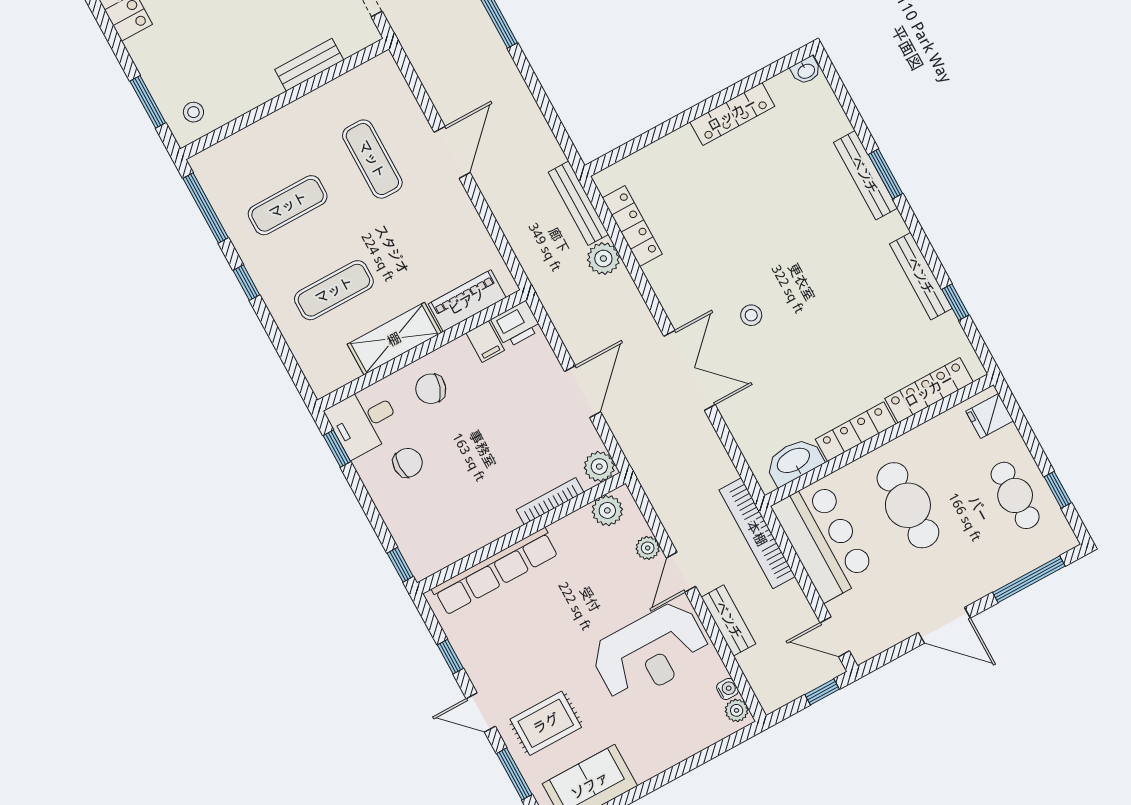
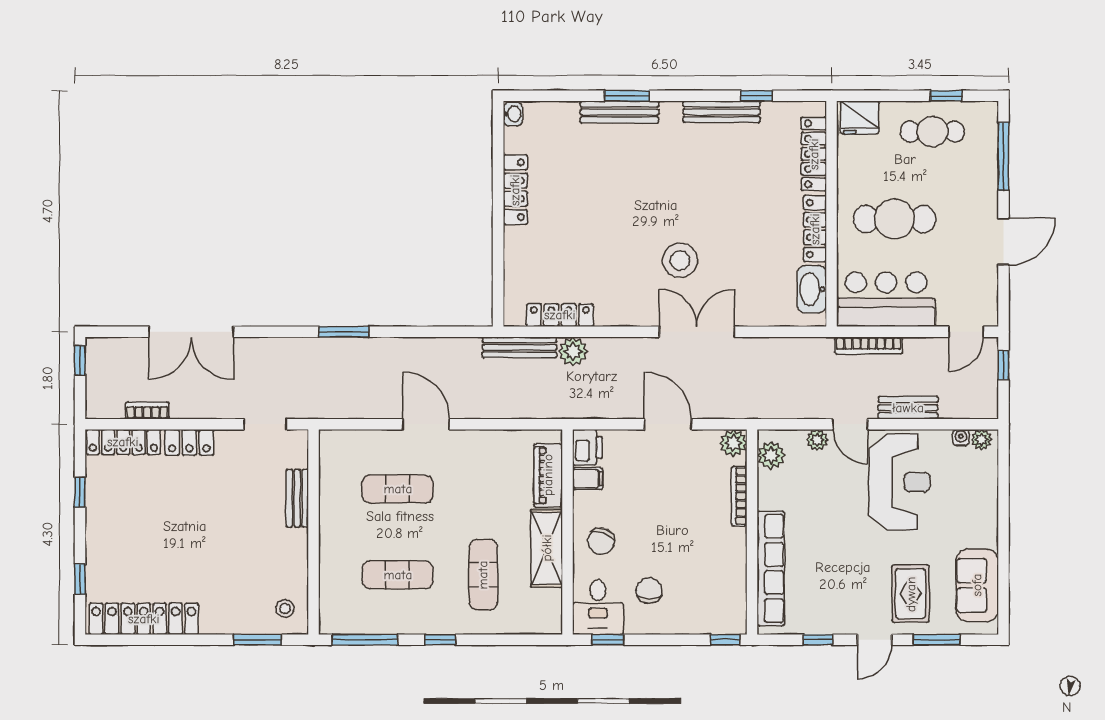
exercise mat: (288, 205) -> (398, 575), turned 90
stool: (751, 315) -> (680, 260), width x1.89, depth x1.89
fridge: (990, 416) -> (860, 118), width x1.38
bookcase: (757, 533) -> (869, 346), width x0.68, depth x0.76

